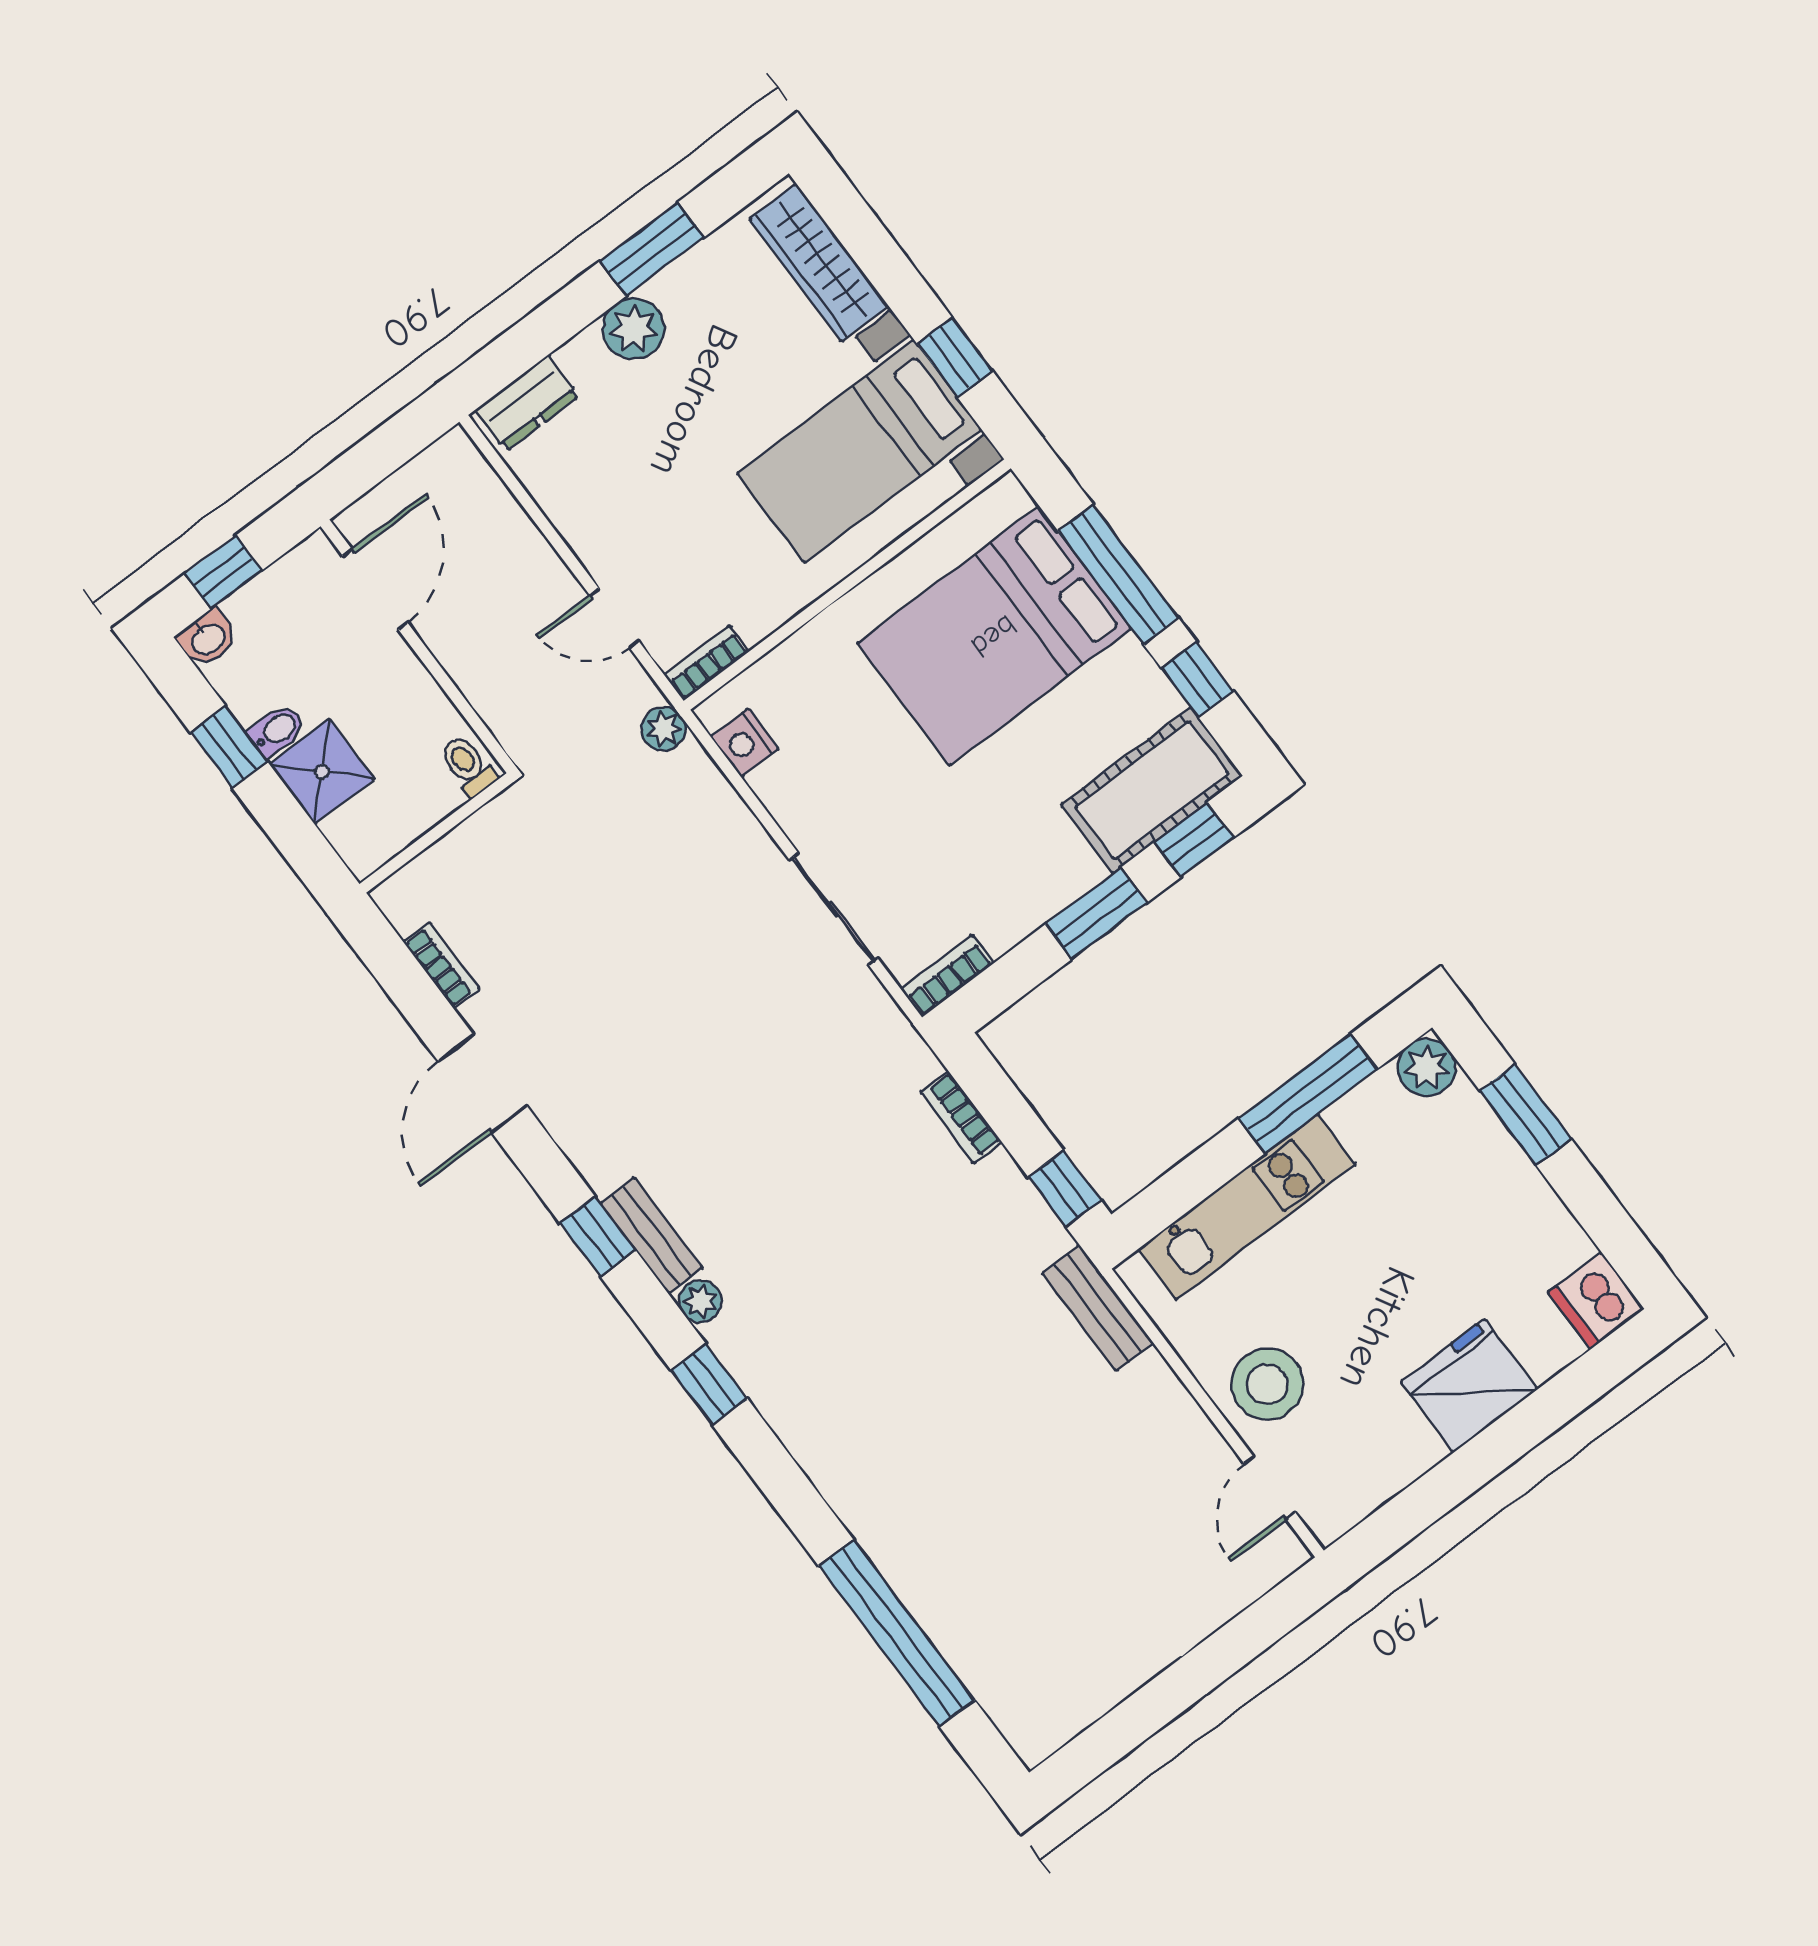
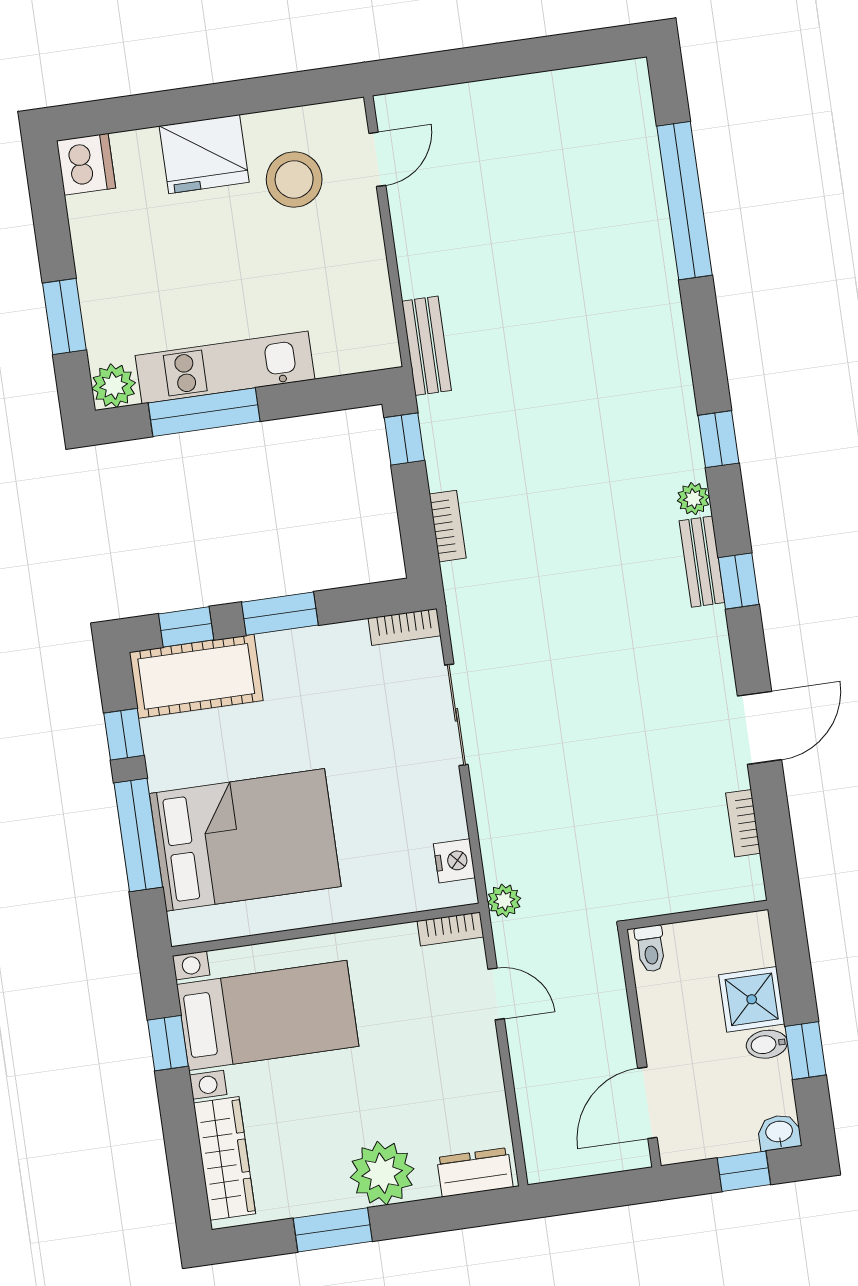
plant: (634, 329) -> (382, 1173), width x1.36, depth x1.36
kitchen unit: (1247, 1207) -> (225, 367), moved
stool: (1267, 1384) -> (294, 179), moved

